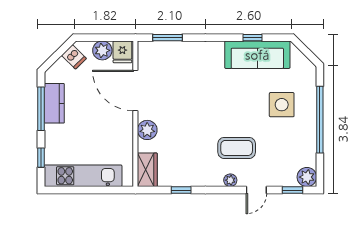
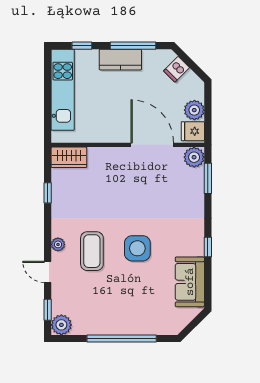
window: (253, 38) -> (208, 247), moved
sofa: (257, 55) -> (190, 282), width x0.73
dishwasher: (74, 57) -> (177, 69), moved
door: (135, 90) -> (152, 145), hinge flipped
kitchen counter: (54, 103) -> (120, 60), moved
side table: (282, 105) -> (137, 248), moved
plant: (147, 130) -> (194, 157), moved

